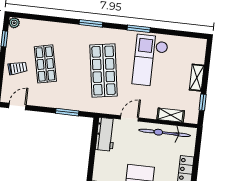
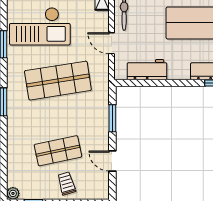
door: (17, 107) -> (112, 161), moved
workbench: (106, 134) -> (147, 70), moved

